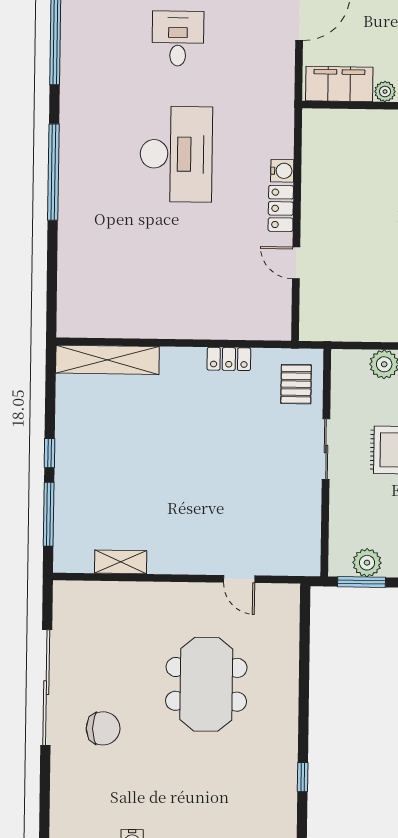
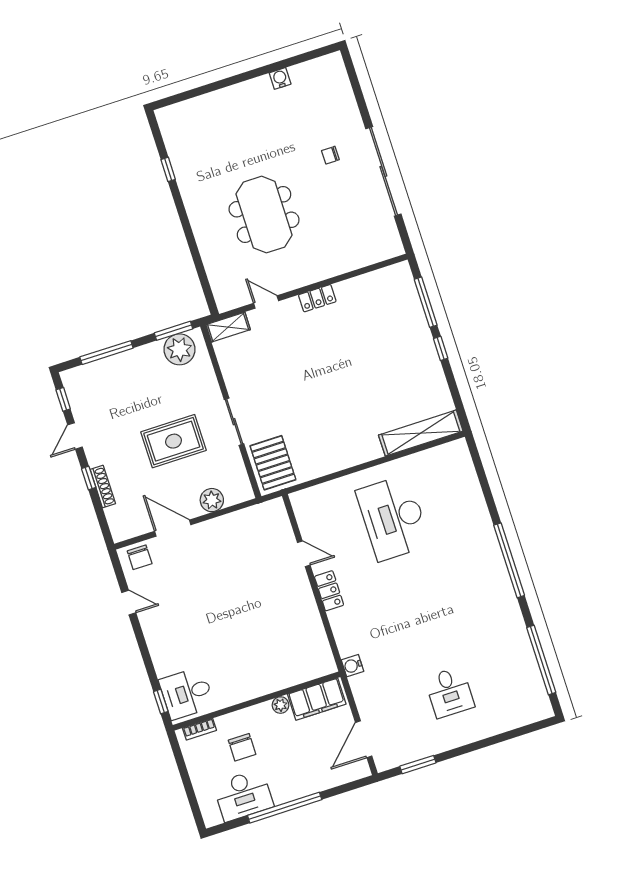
desk: (176, 154) -> (393, 518), moved
water cooler: (282, 171) -> (352, 666), moved
locker: (229, 359) -> (317, 298), moved, turned 180
pallet: (296, 384) -> (273, 463), width x1.50, depth x1.42
shelving: (121, 562) -> (228, 327), moved
plant: (367, 563) -> (180, 349), width x1.36, depth x1.36
chair: (103, 728) -> (330, 155), width x0.54, depth x0.54

